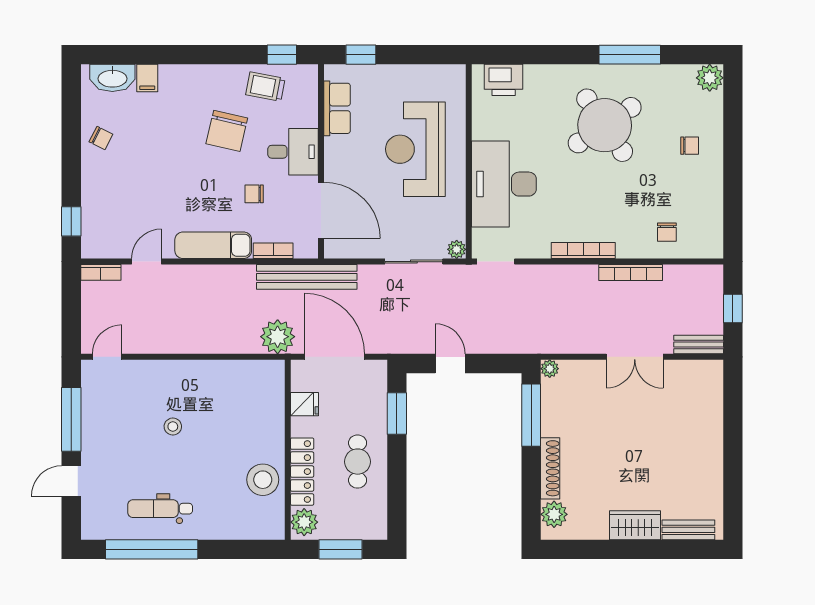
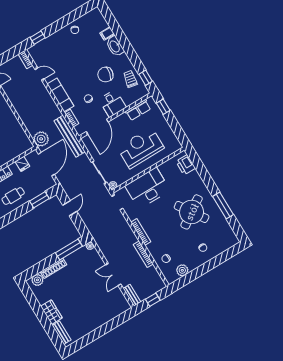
washbasin: (112, 78) -> (115, 46), moved
plant: (710, 78) -> (182, 270), moved

